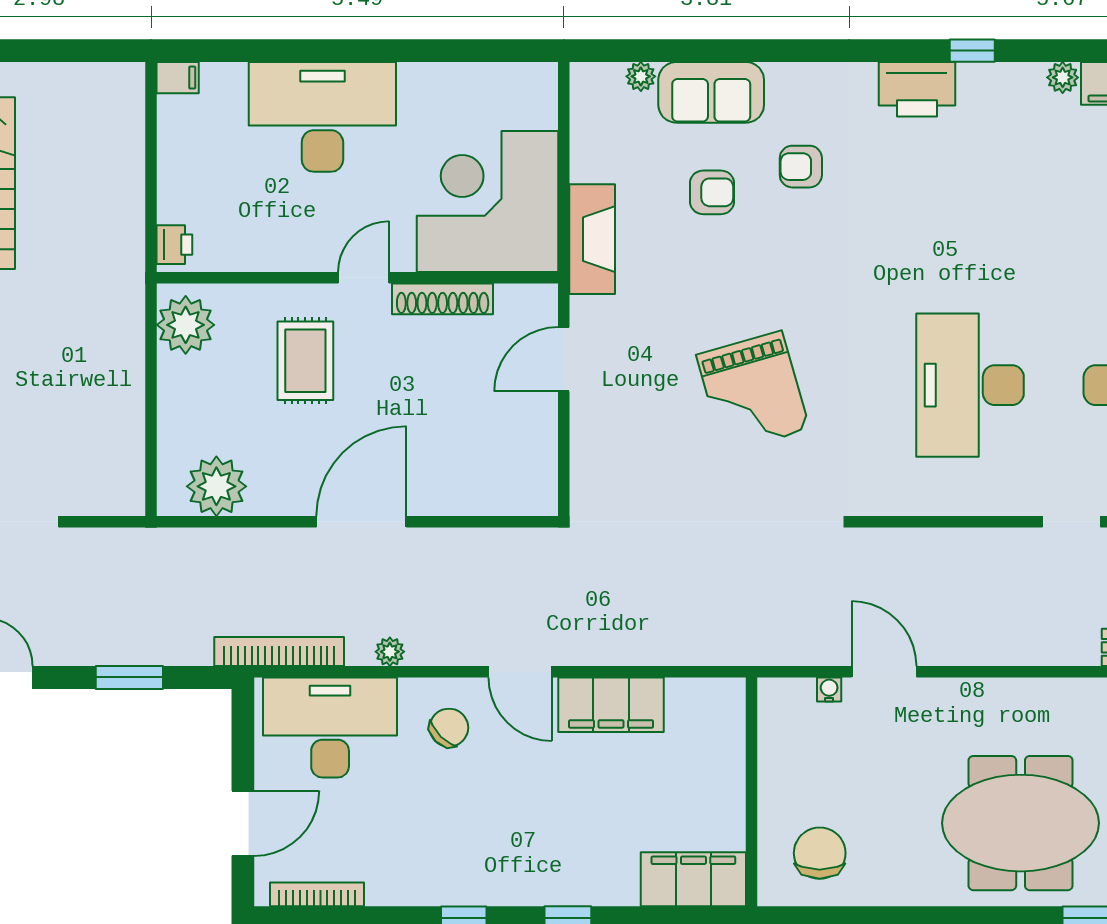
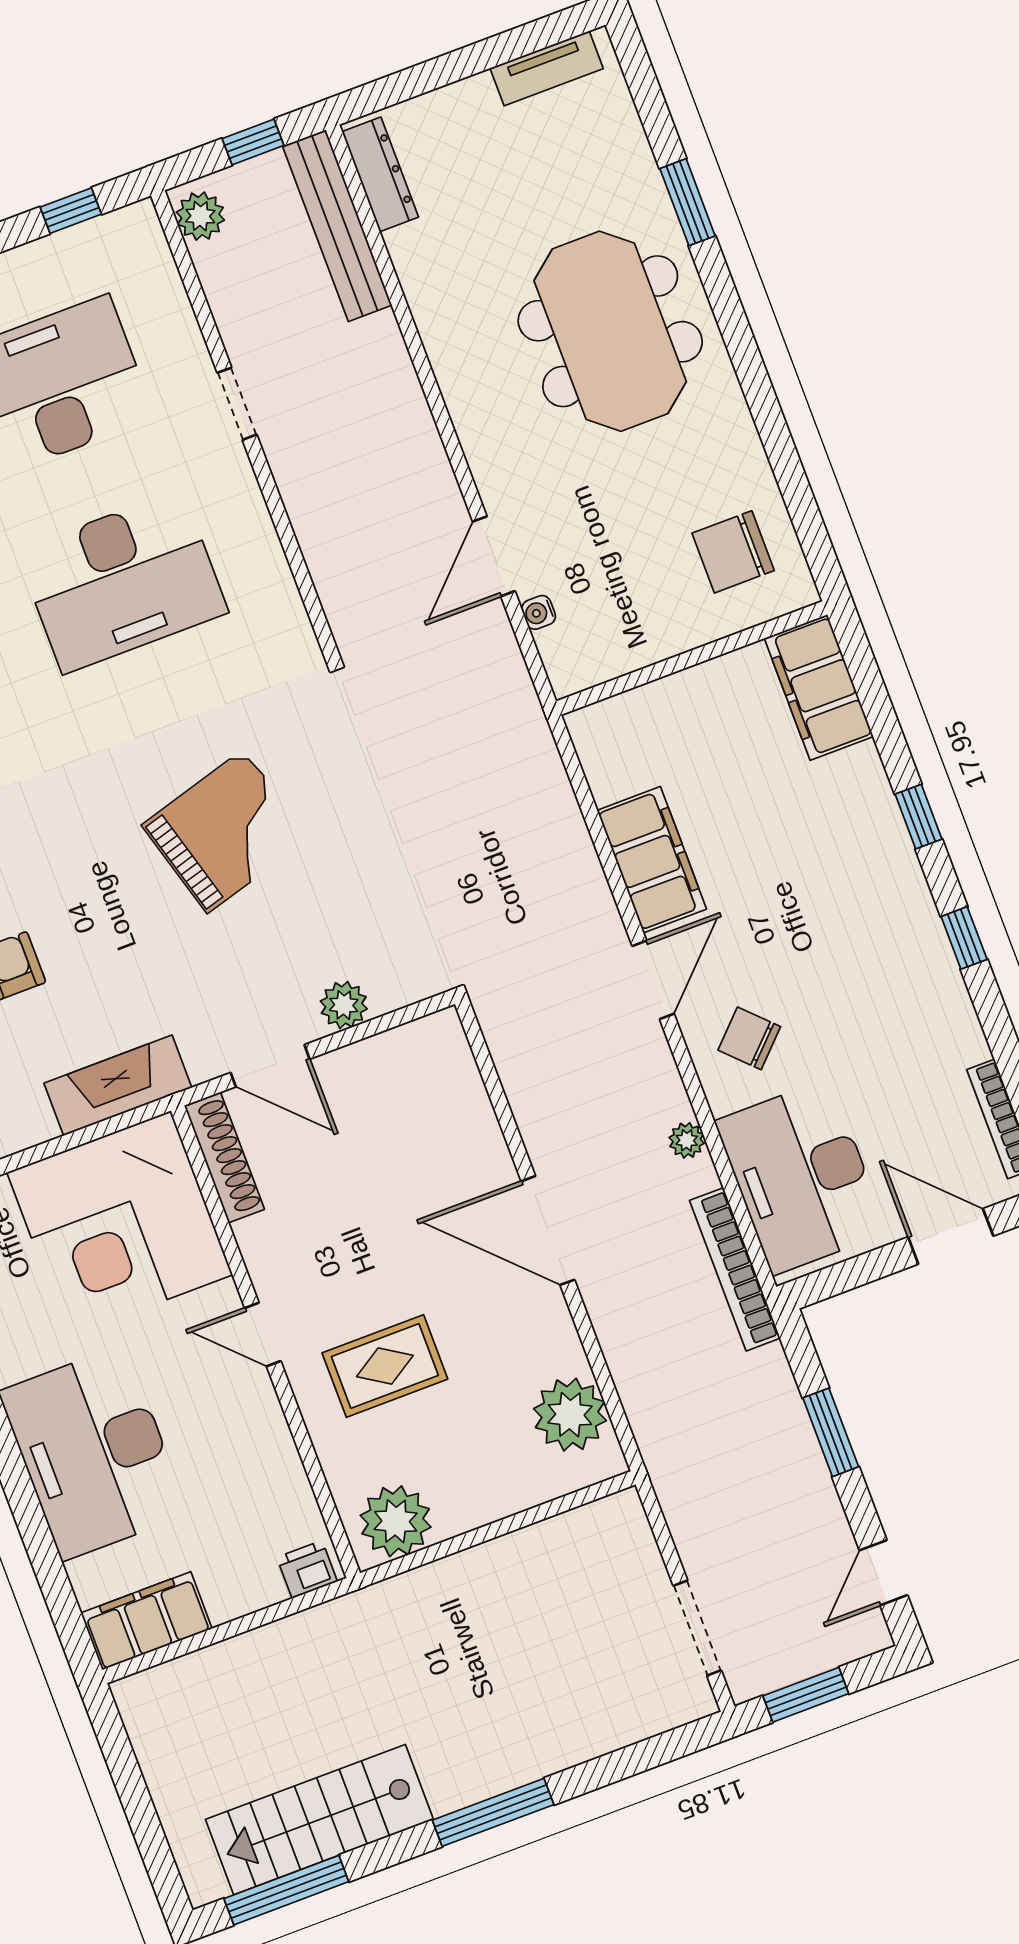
filing cabinet: (178, 78) -> (146, 1621), width x3.00, depth x1.17
shoe rack: (443, 299) -> (224, 1157), moved
plant: (589, 432) -> (344, 1005), added

